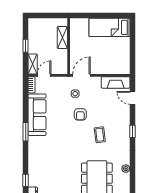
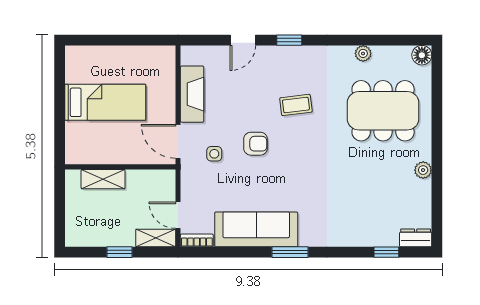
bed: (110, 27) -> (105, 102), moved, turned -90
fireplace: (116, 82) -> (192, 94), moved
door: (132, 98) -> (243, 40), moved

